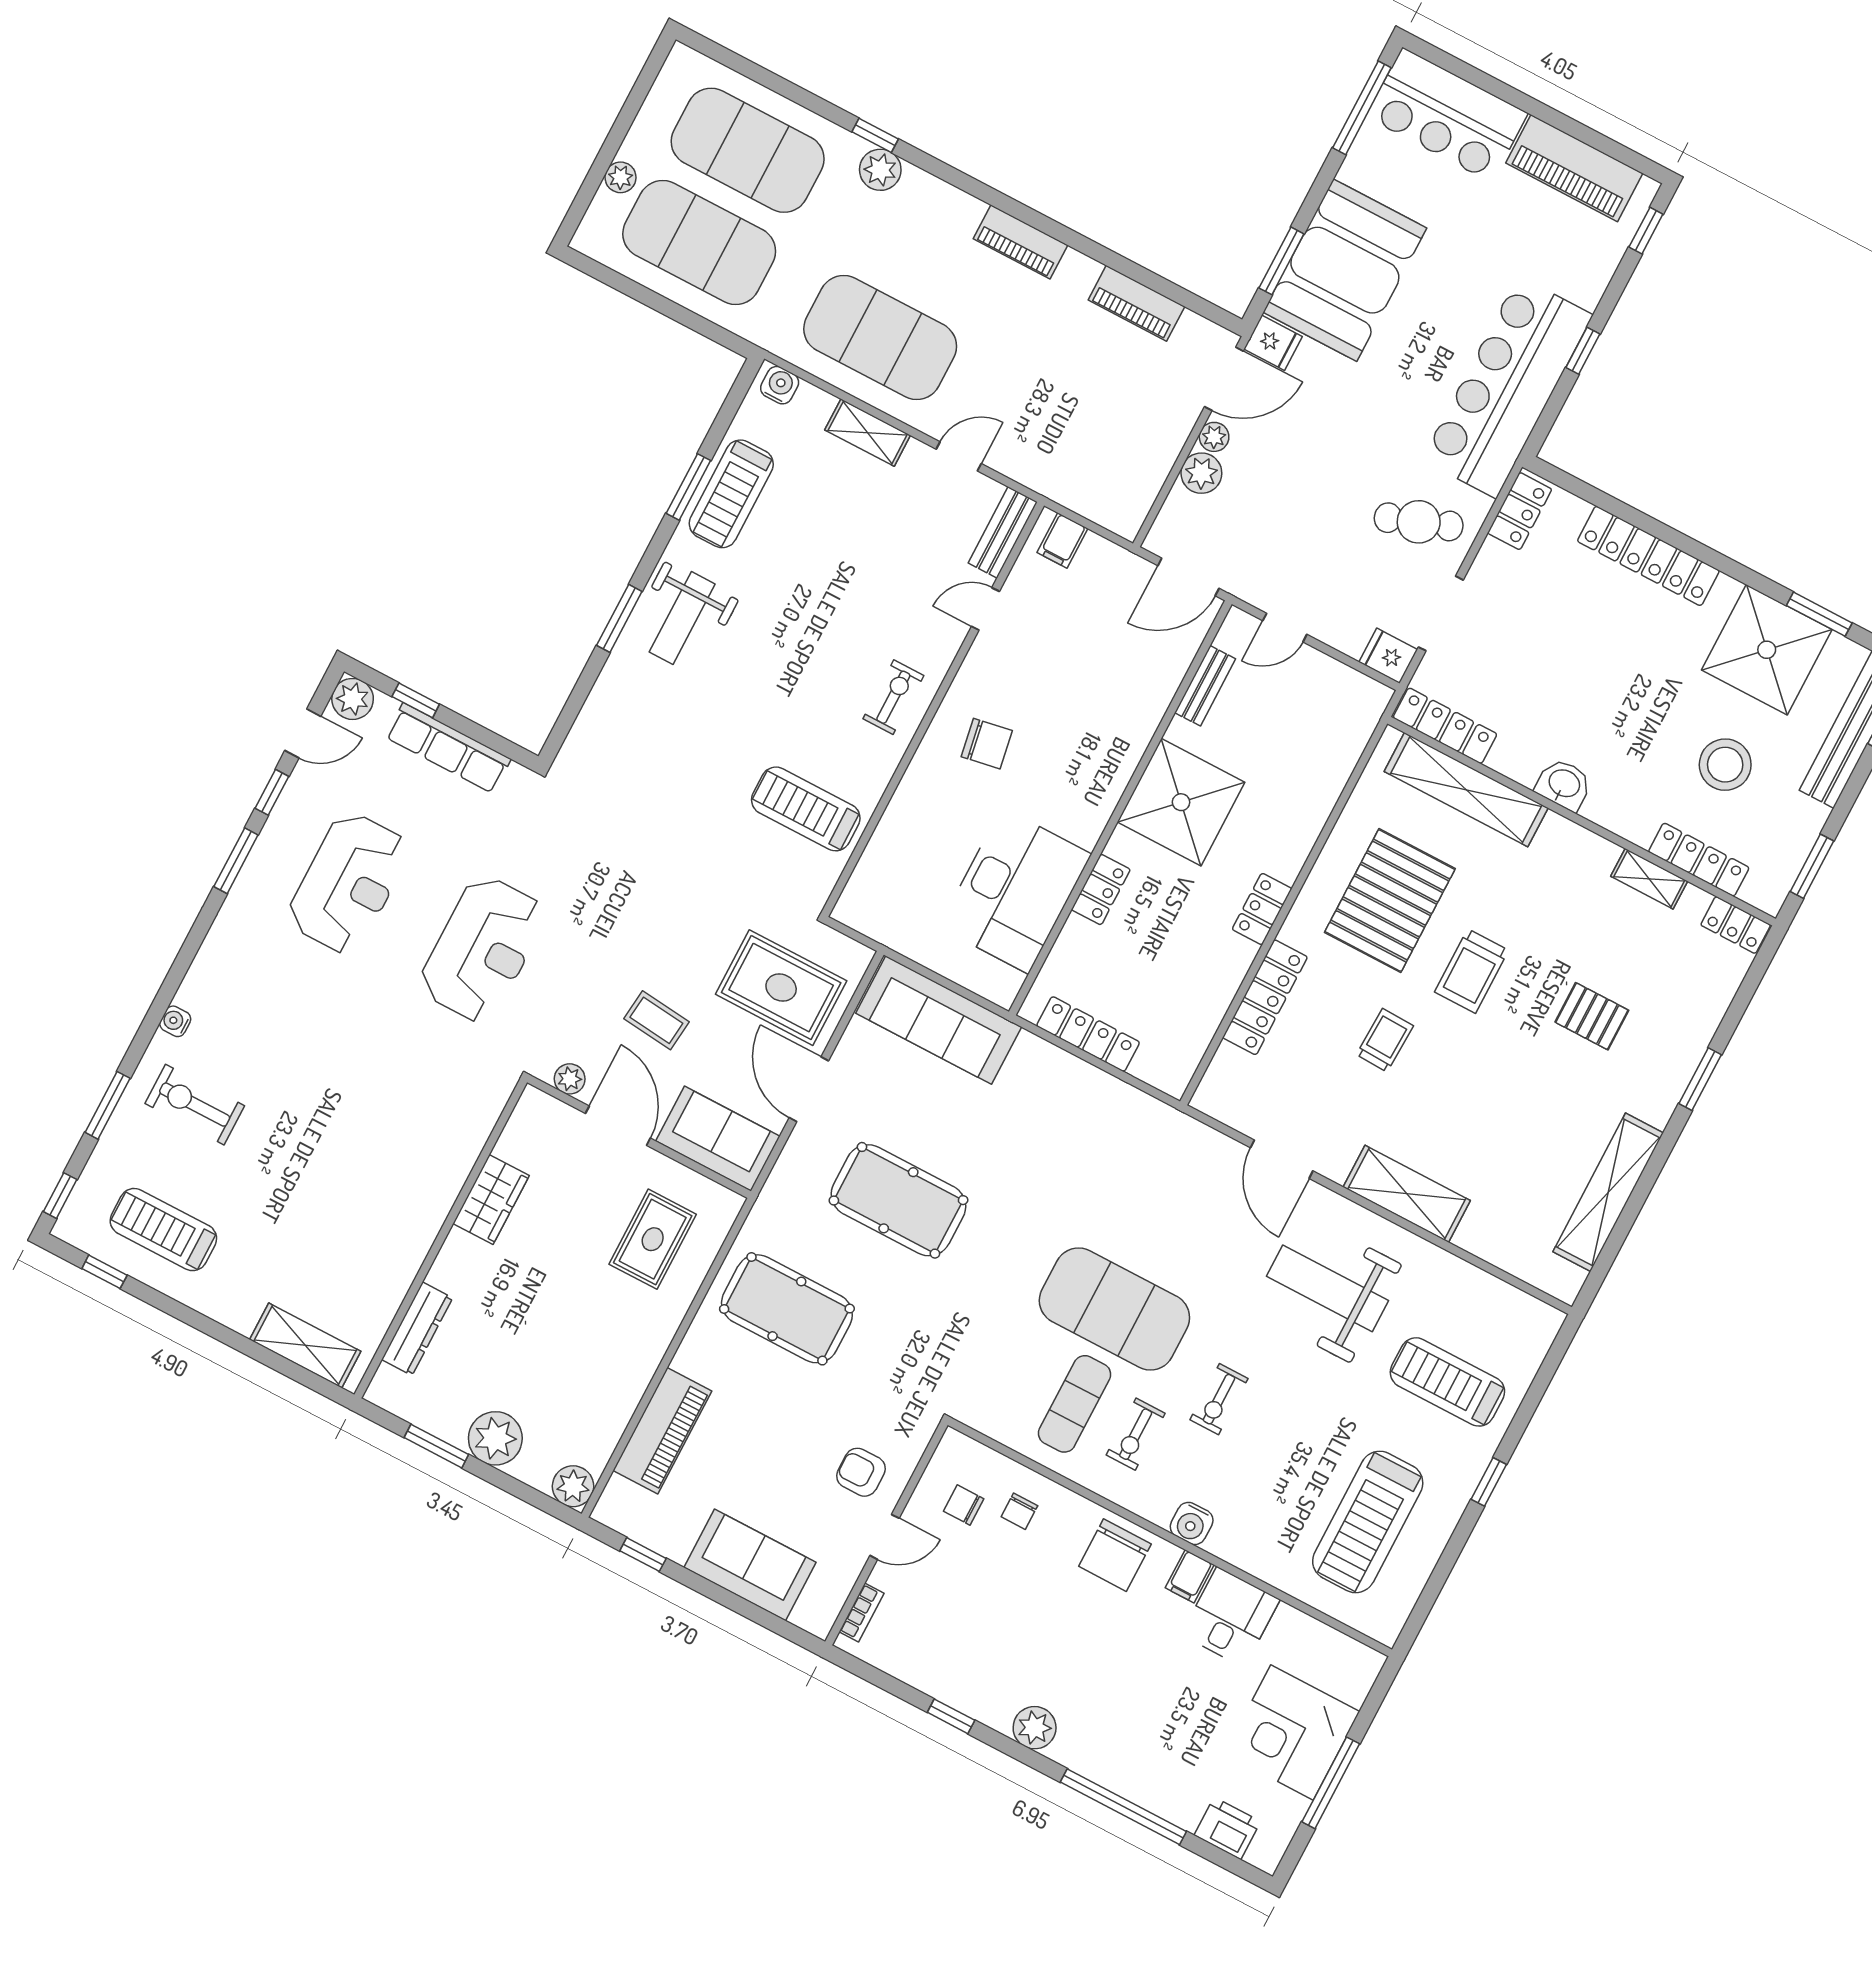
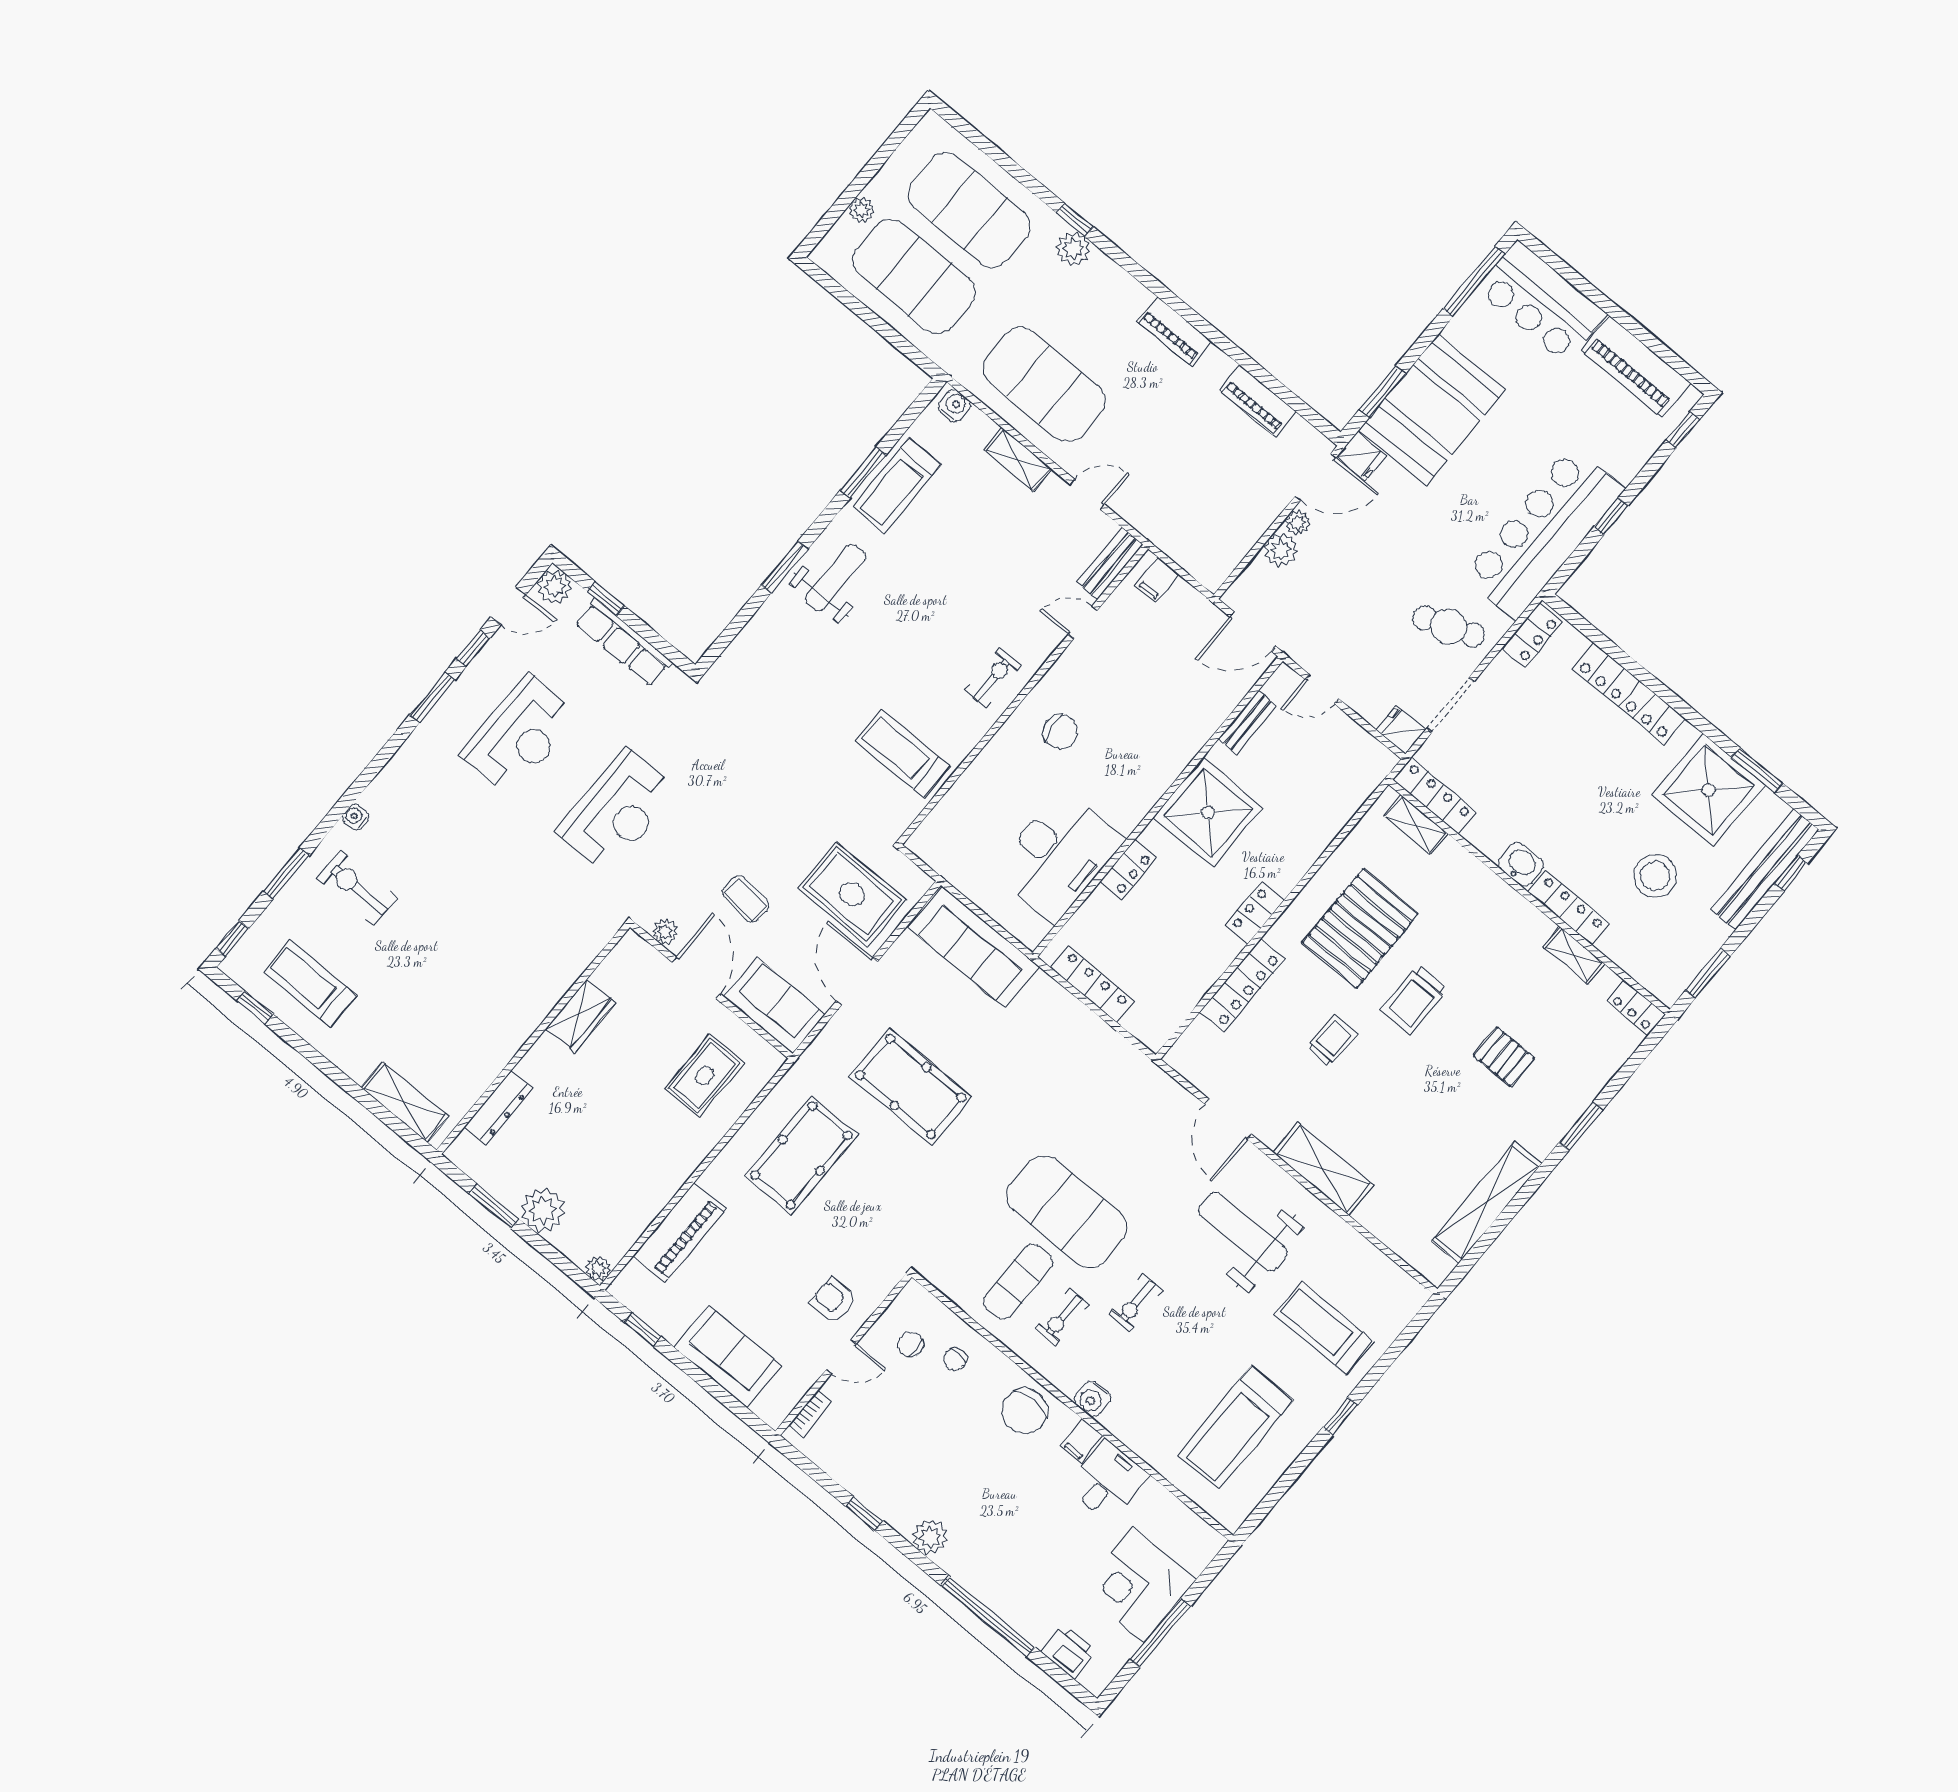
weight bench: (682, 618) -> (836, 578), turned 180
shelving: (1466, 790) -> (1416, 825), width x0.45, depth x0.75
locker: (1699, 860) -> (1569, 908), moved
pool table: (787, 1309) -> (801, 1155), turned 90
plant: (573, 1486) -> (598, 1269), width x0.73, depth x0.73

